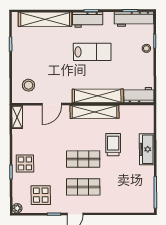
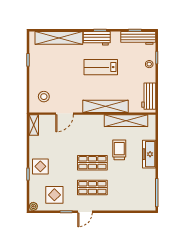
lab bench: (92, 52) -> (101, 67), turned 180
workbench: (139, 95) -> (149, 96), moved, turned -90
shelving: (94, 112) -> (126, 121), moved

